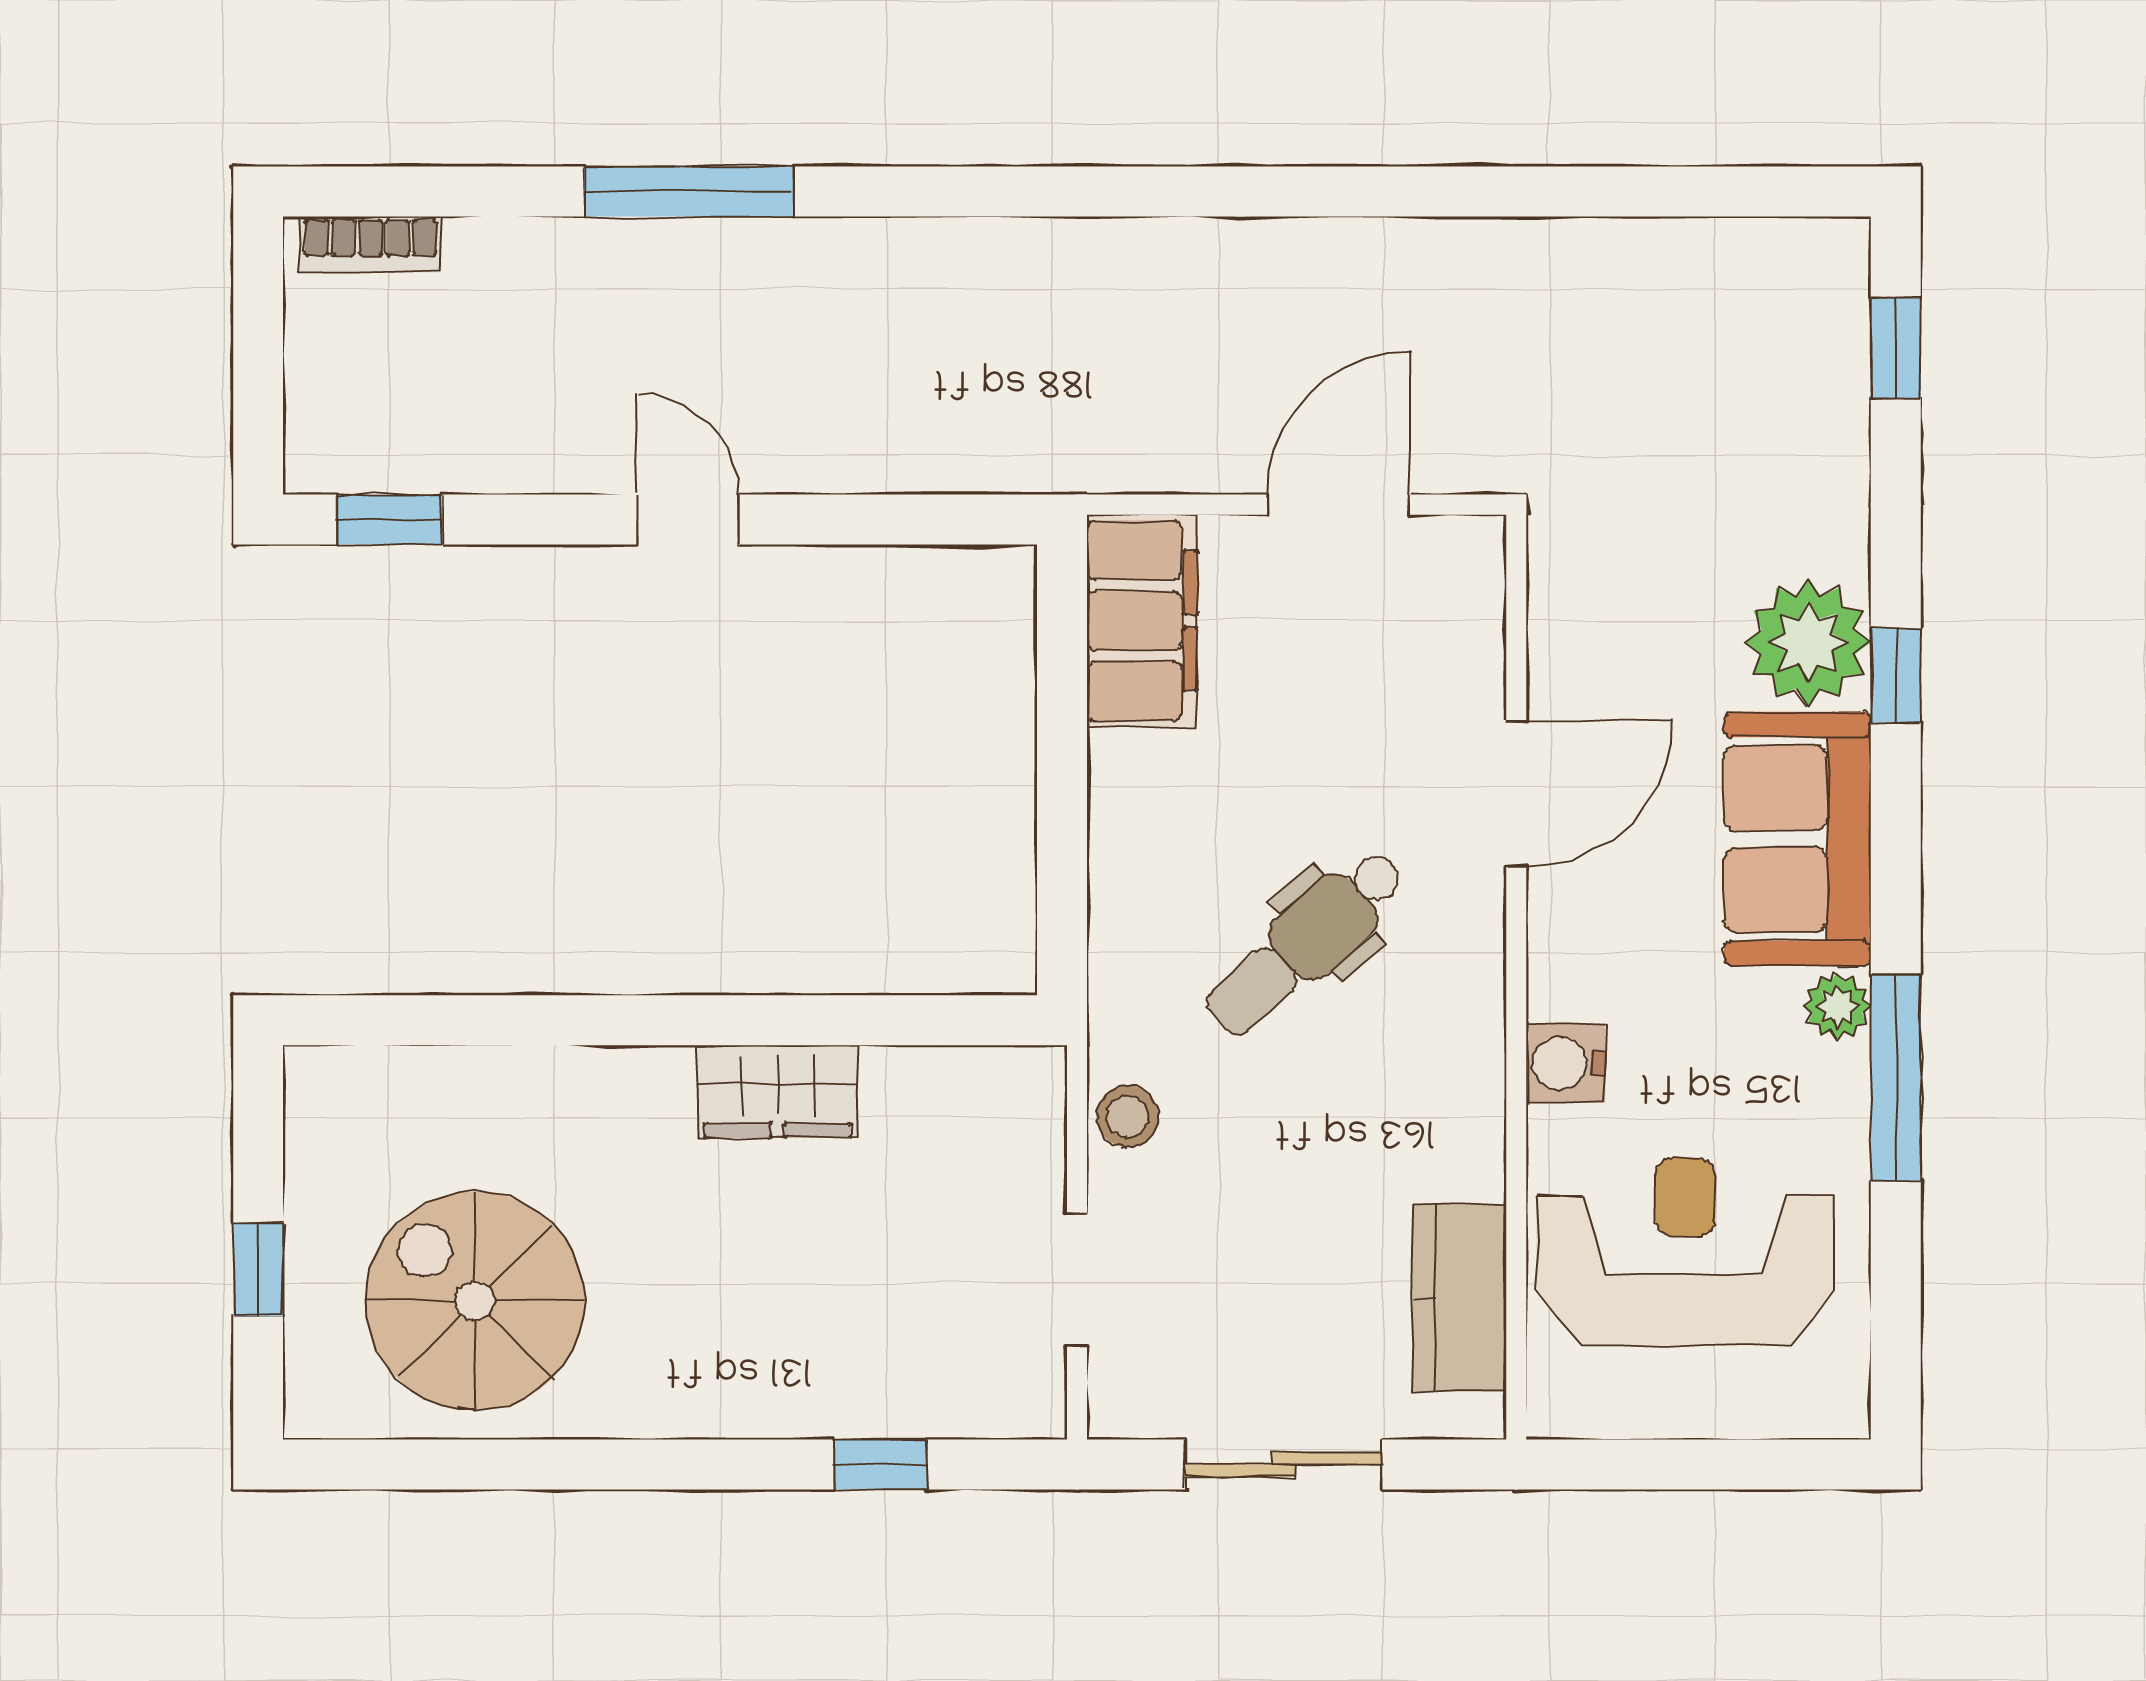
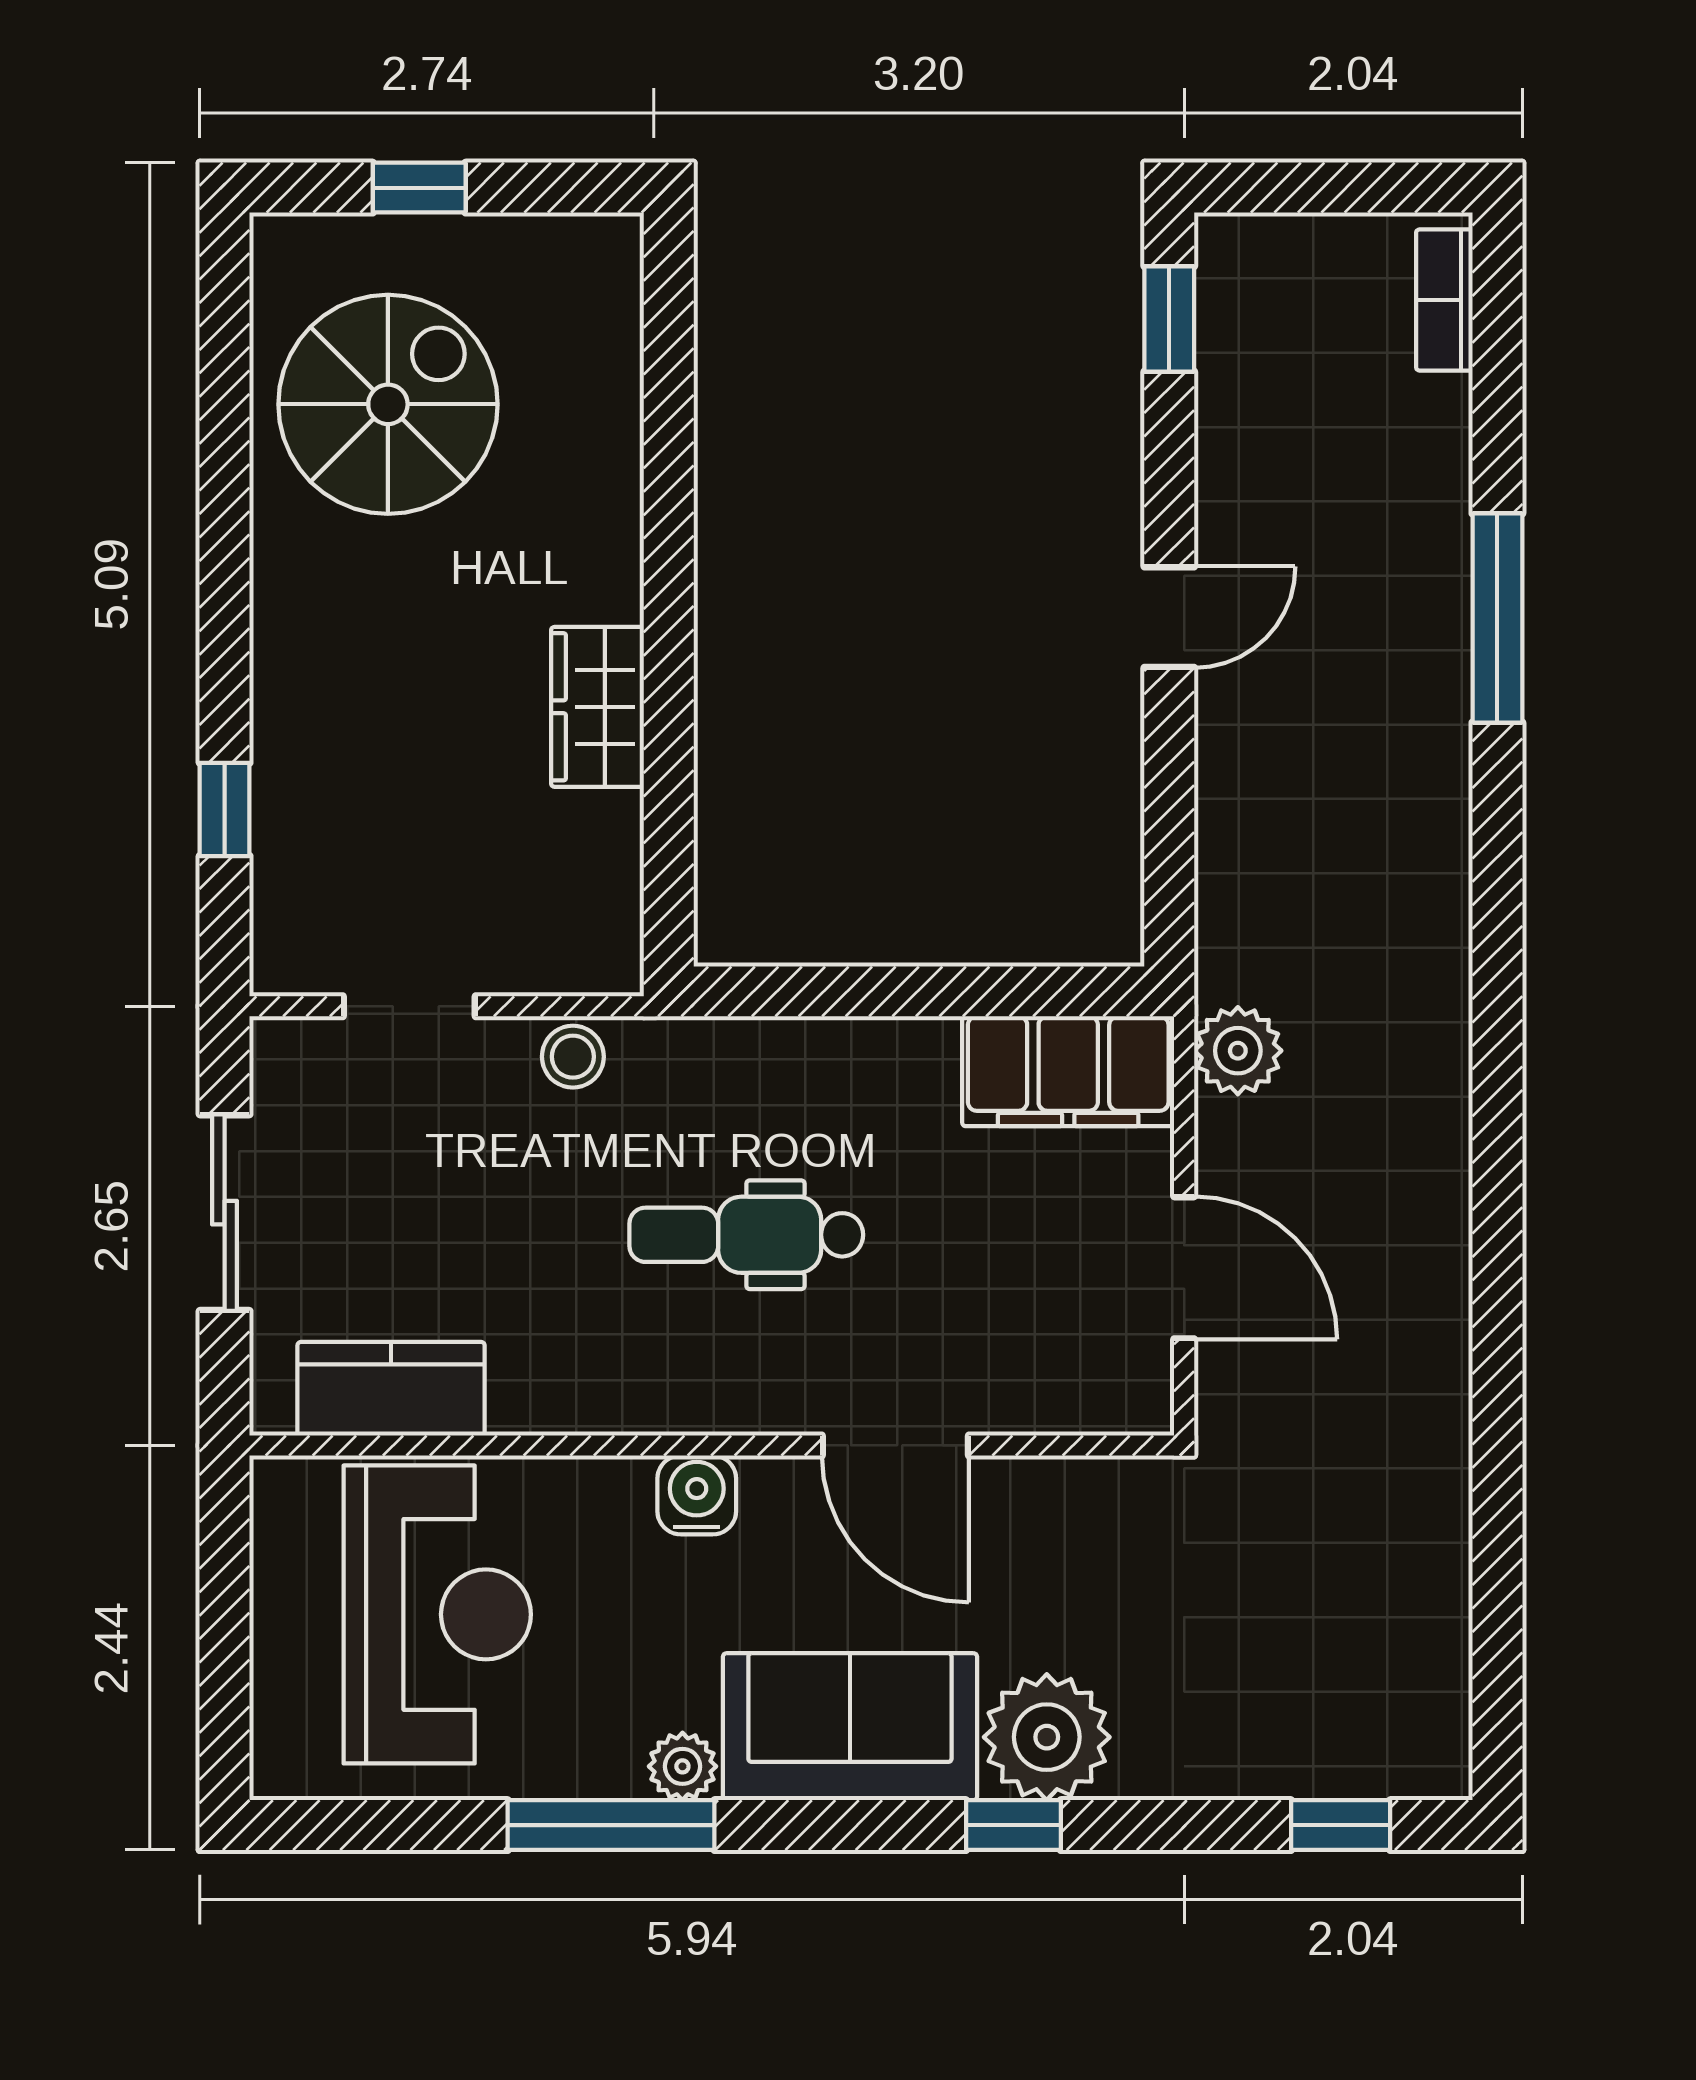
plant: (1121, 451) -> (1238, 1051), added
dental chair: (1306, 943) -> (746, 1235), turned -48
water cooler: (1566, 1063) -> (697, 1495), moved

